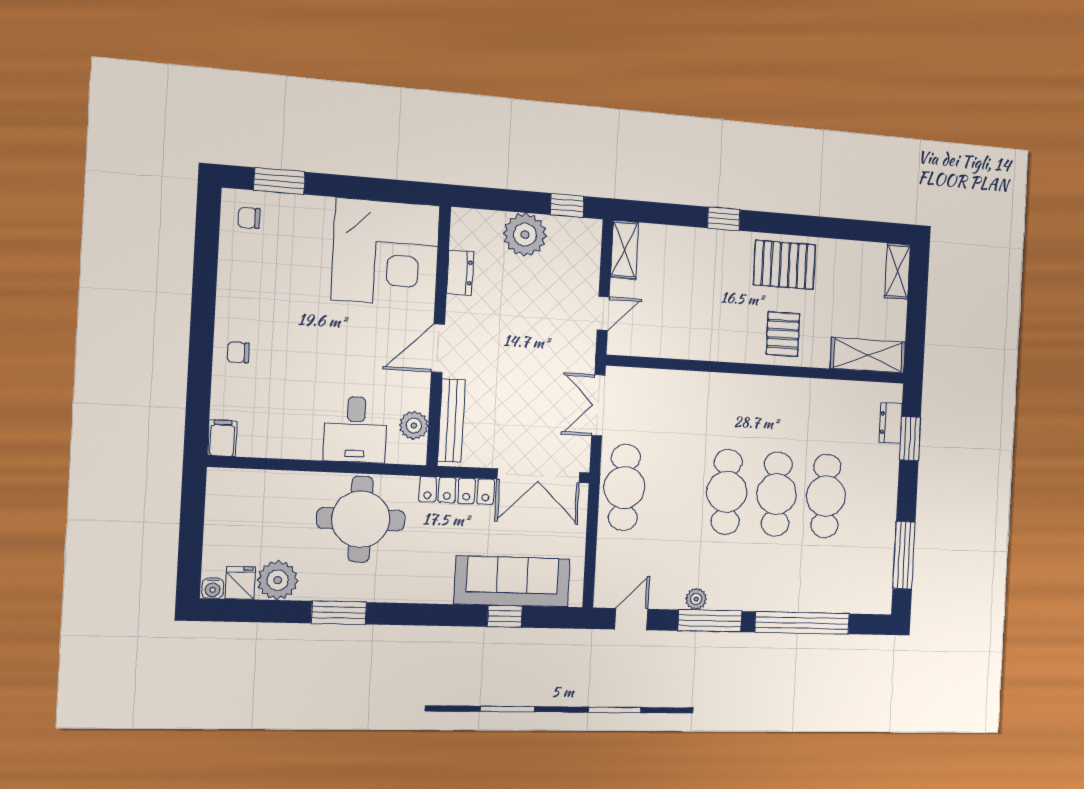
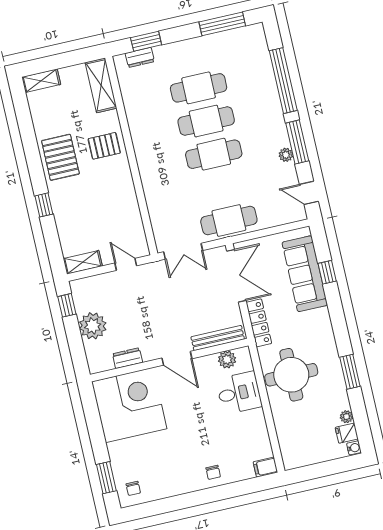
plant: (278, 580) -> (347, 417), width x0.53, depth x0.53

